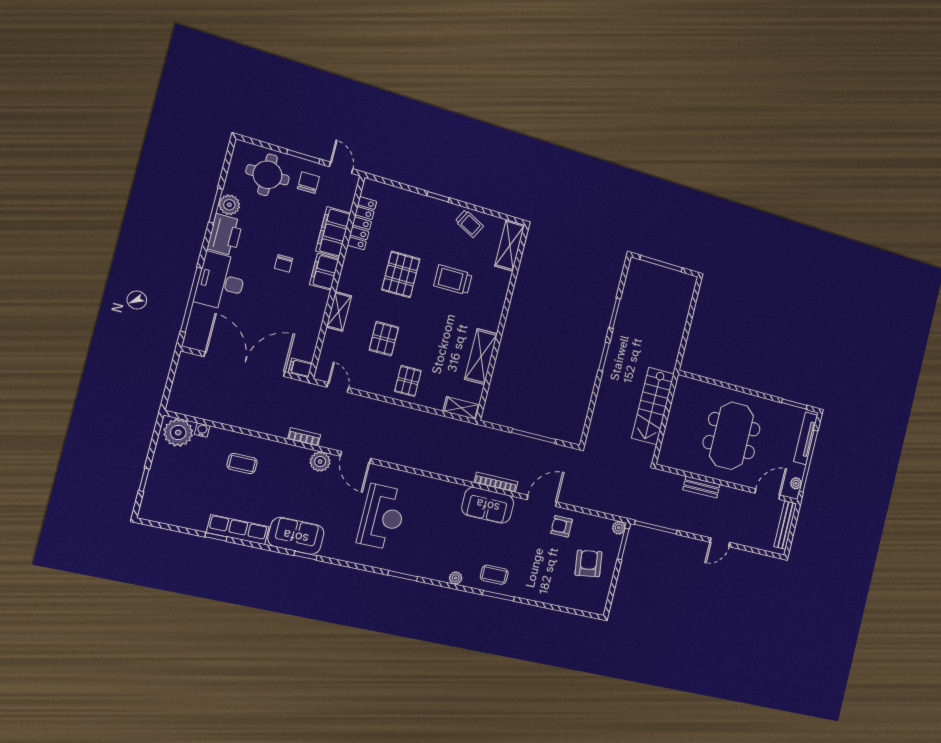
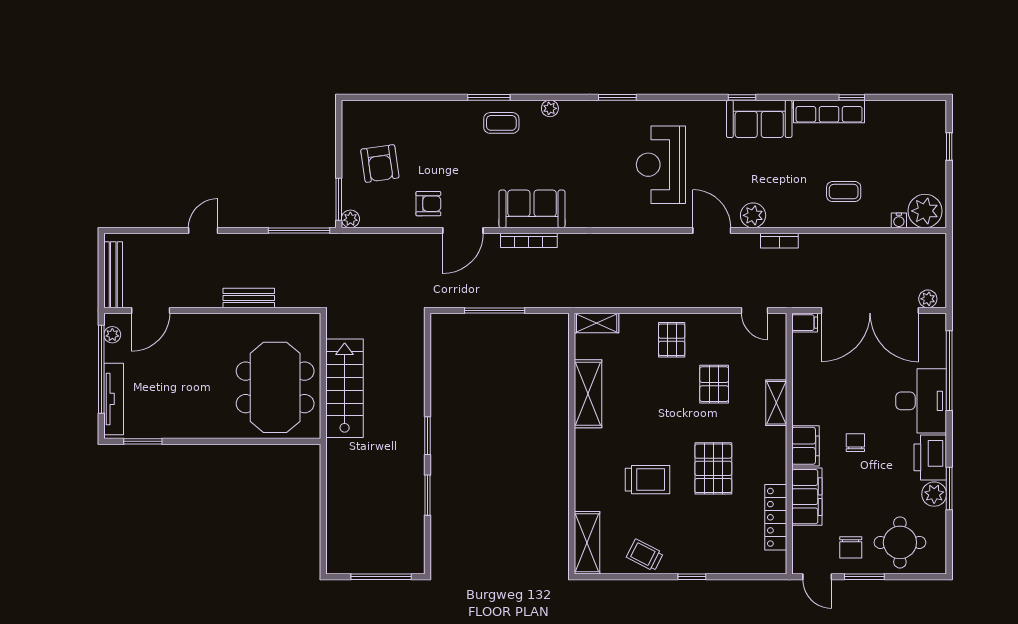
plant: (194, 362) -> (928, 299), added
meeting table: (732, 436) -> (275, 387), moved

